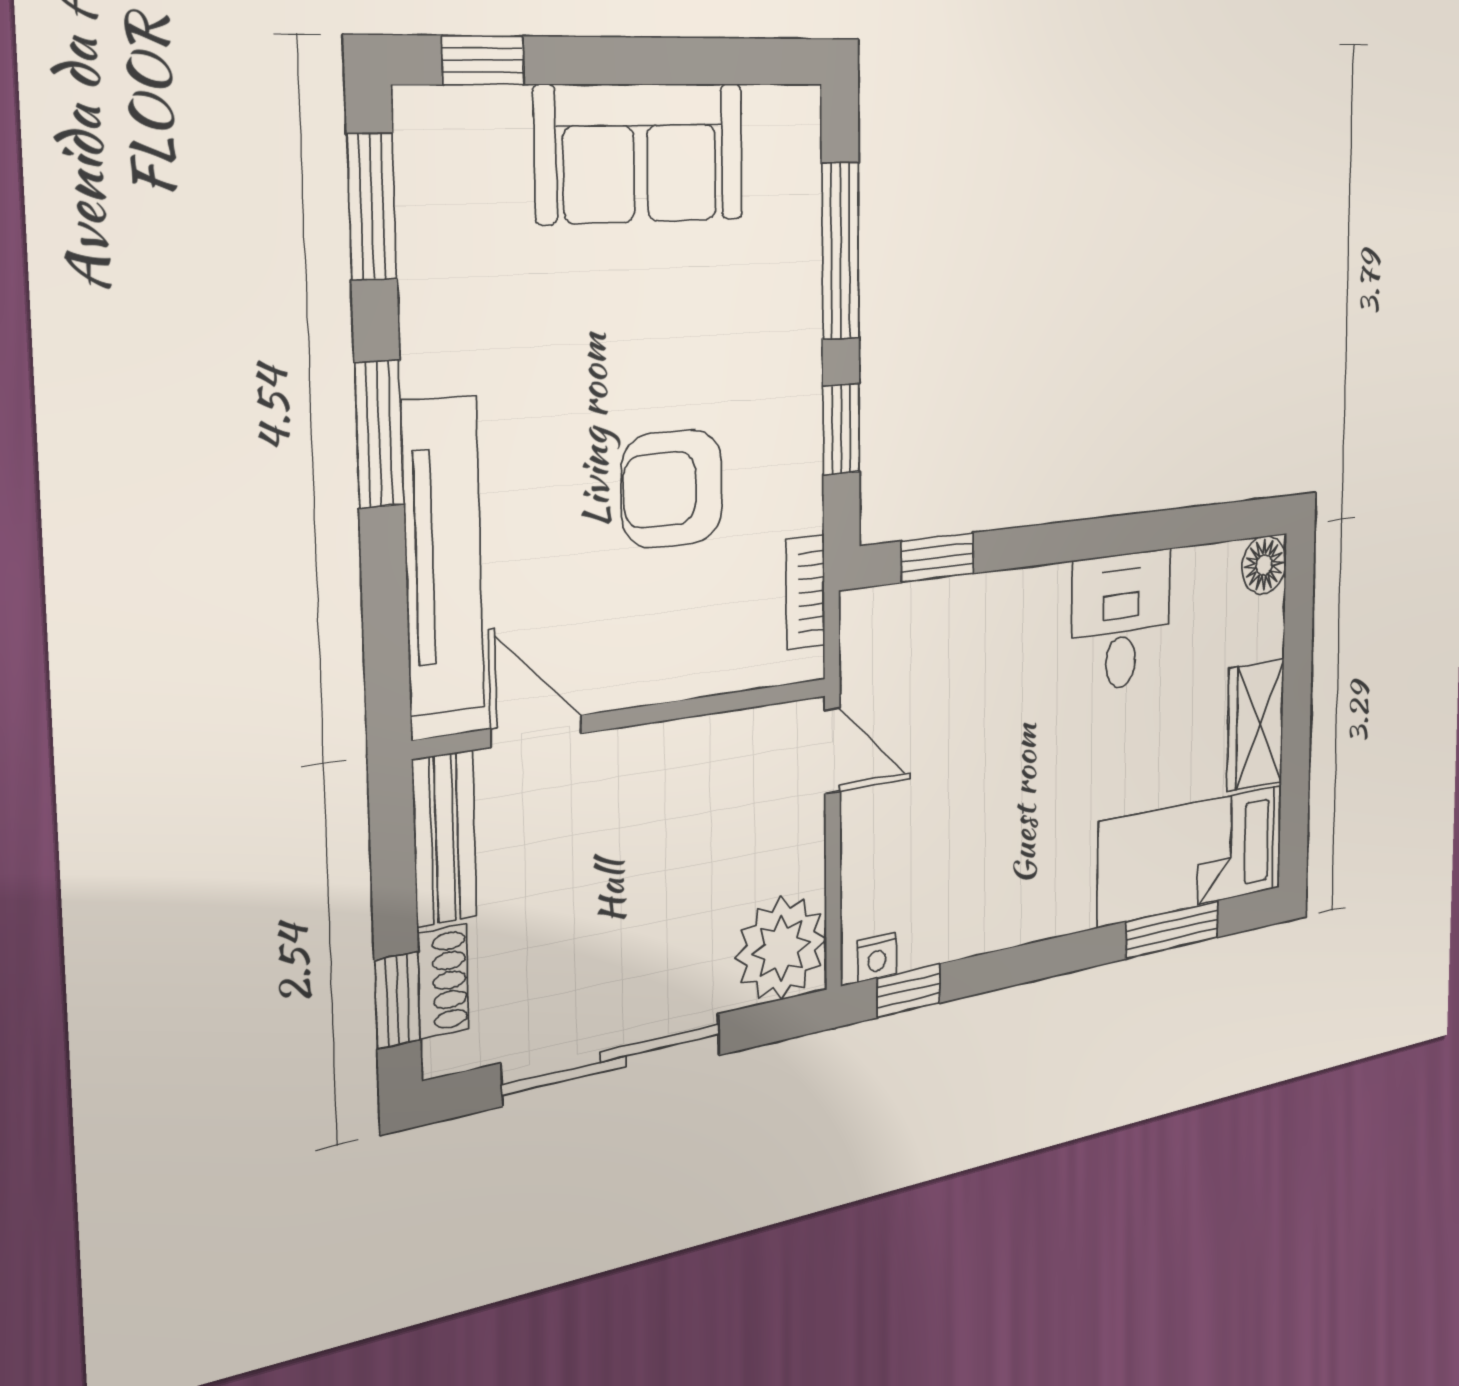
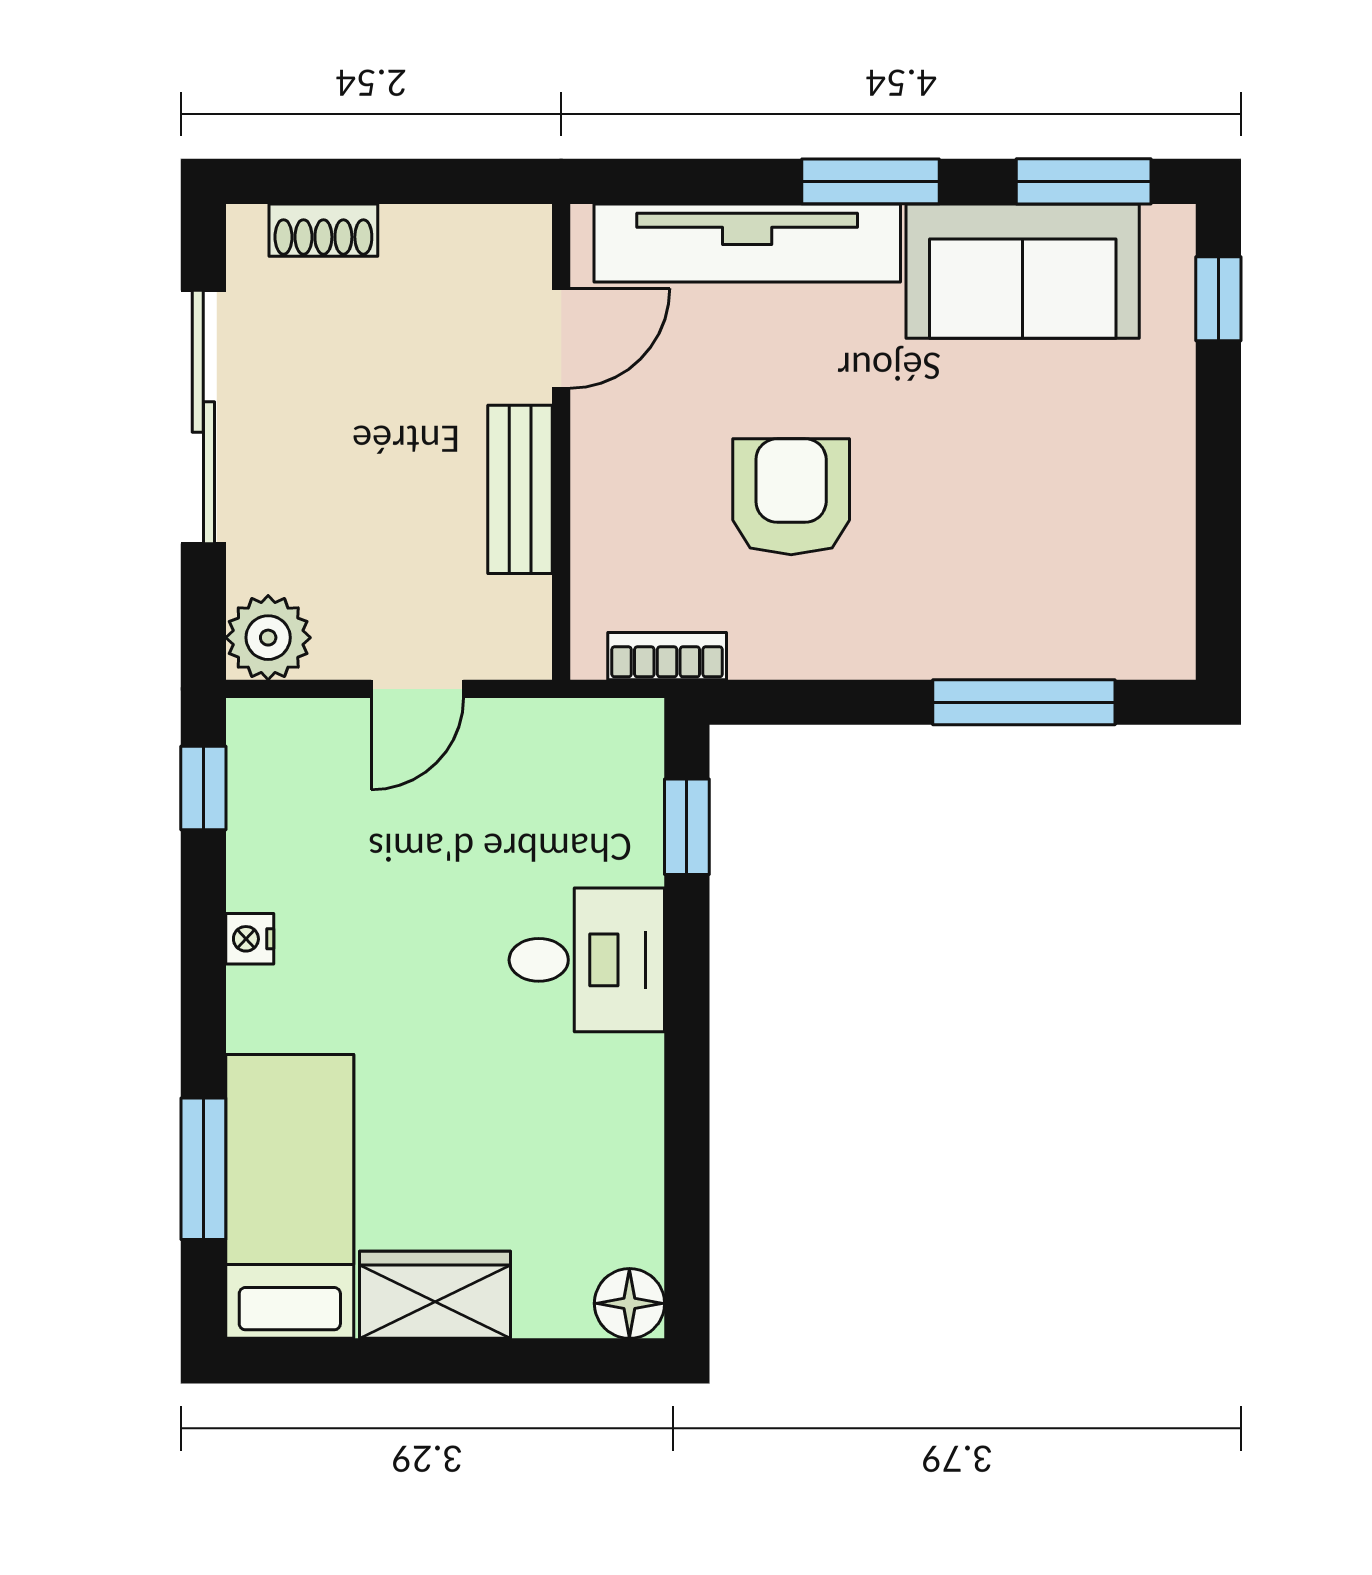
sofa: (640, 153) -> (1023, 271), moved, turned -90
window: (841, 429) -> (837, 702), removed
desk: (1121, 621) -> (587, 960), moved
door: (832, 751) -> (417, 689), moved
bench: (445, 838) -> (520, 489), moved, turned 90
plant: (781, 948) -> (268, 638), width x0.73, depth x0.73
nightstand: (877, 957) -> (250, 939), moved
window: (398, 1000) -> (314, 181), removed

